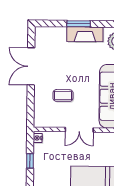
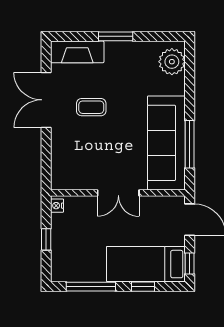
fireplace: (85, 34) -> (77, 52), moved
coffee table: (63, 95) -> (91, 107), moved

